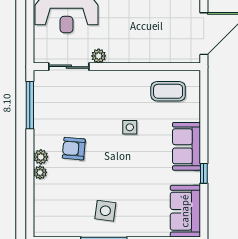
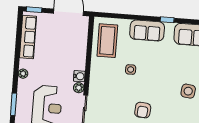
water cooler: (115, 56) -> (79, 76), added
coffee table: (168, 91) -> (107, 41), width x1.36, depth x1.32

